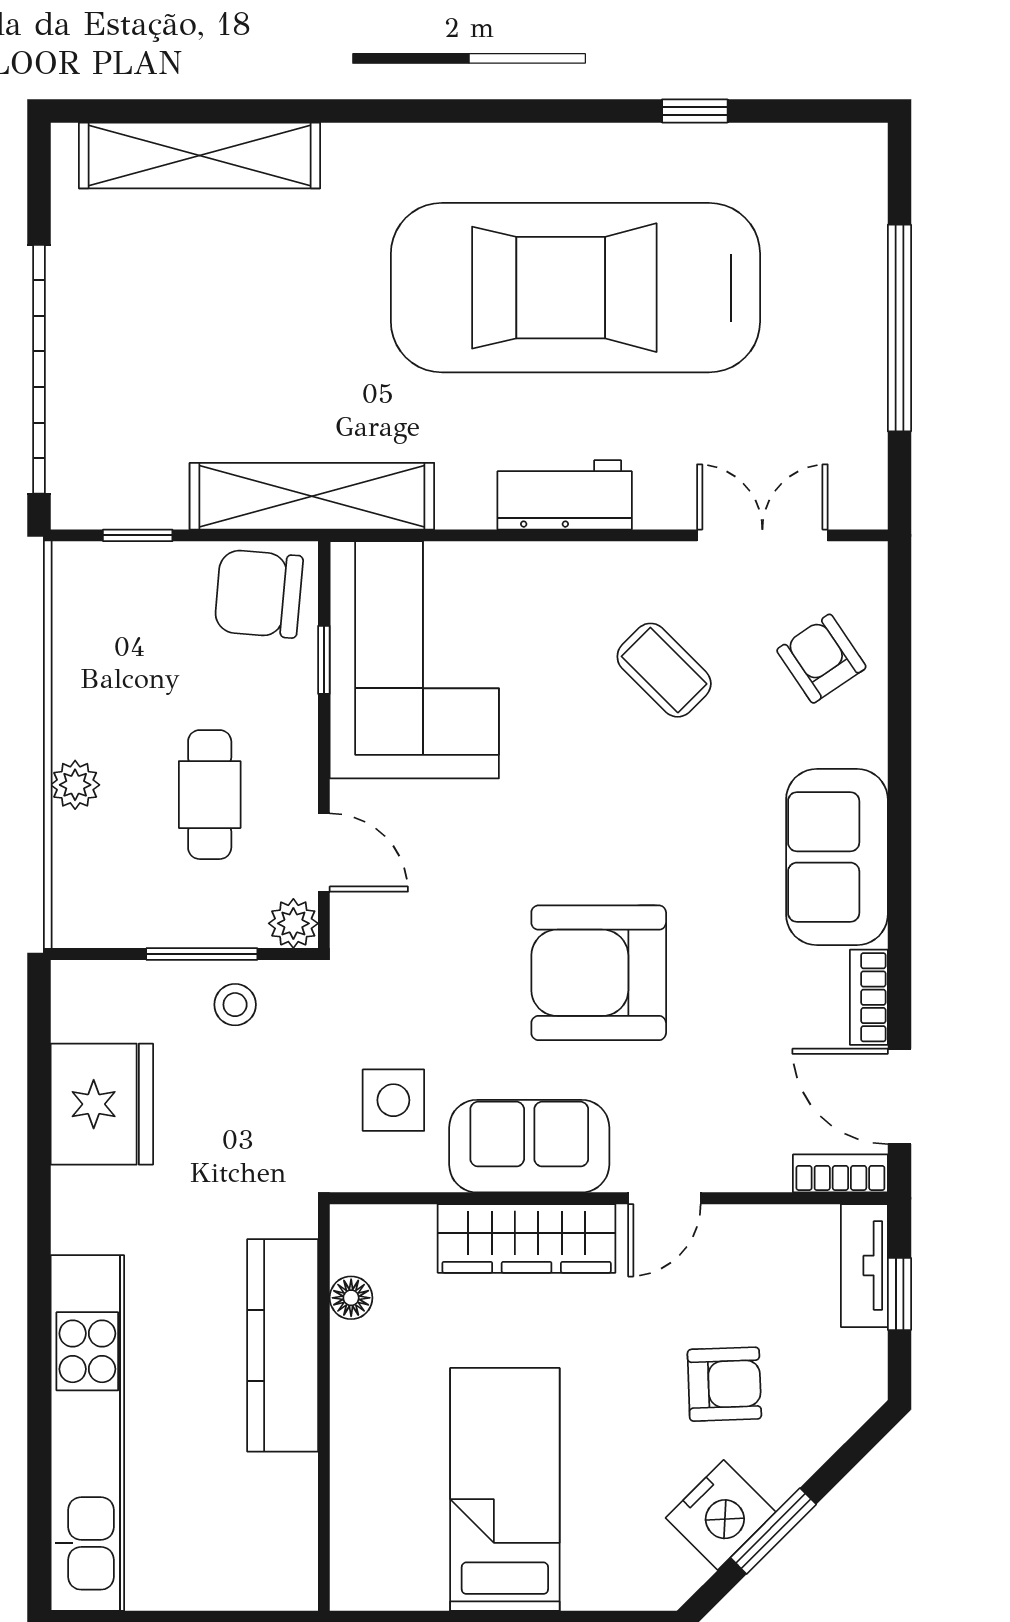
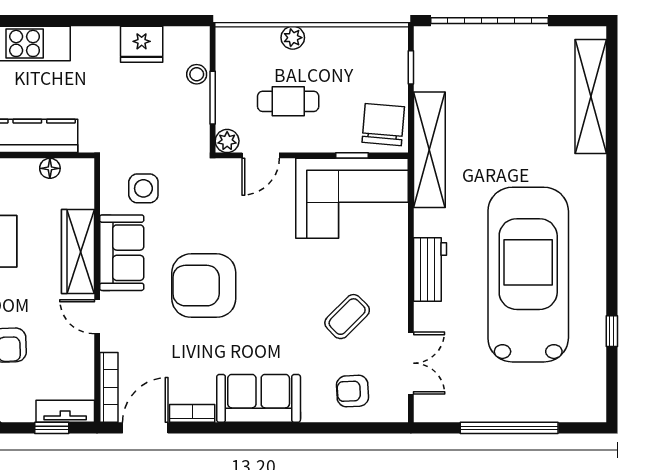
armchair: (821, 659) -> (352, 391), turned -149
armchair: (599, 973) -> (204, 286), turned -90
stool: (235, 1005) -> (197, 74), moved
fridge: (102, 1104) -> (142, 44), width x0.73, depth x0.75
bookcase: (840, 1173) -> (109, 387), width x1.56

